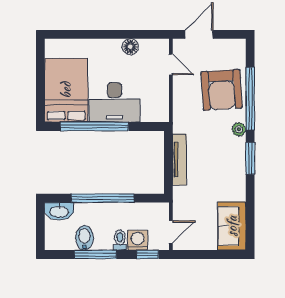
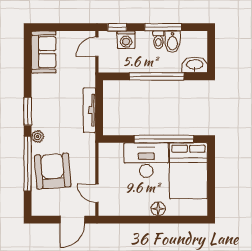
floor lamp: (130, 47) -> (158, 209), moved
toilet: (120, 240) -> (158, 40), moved

